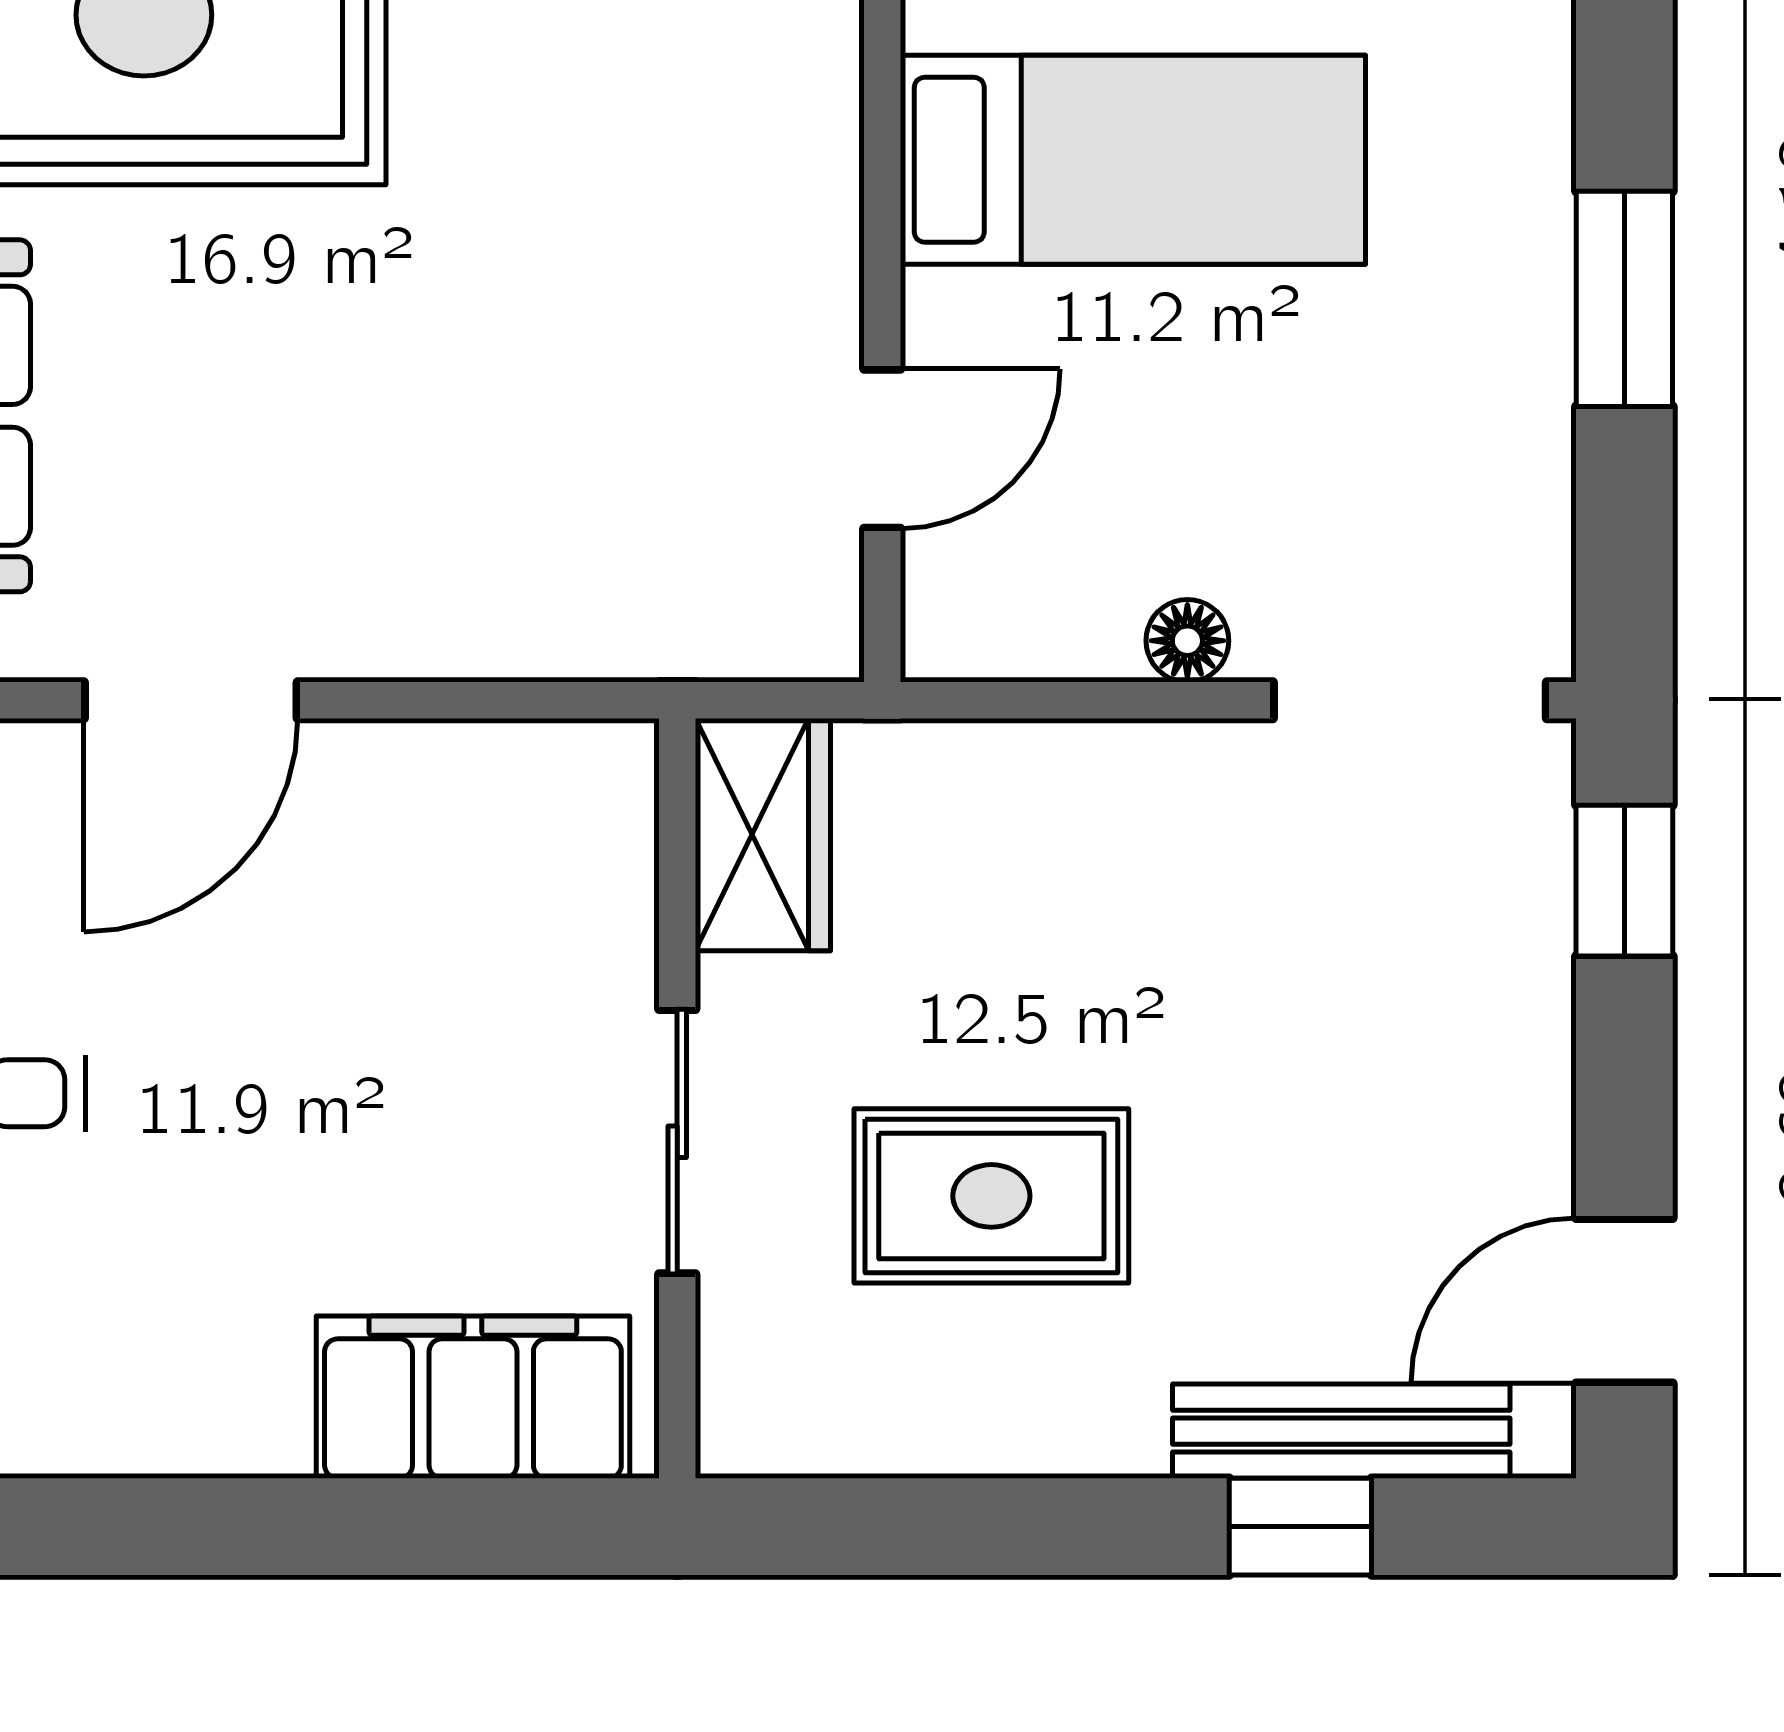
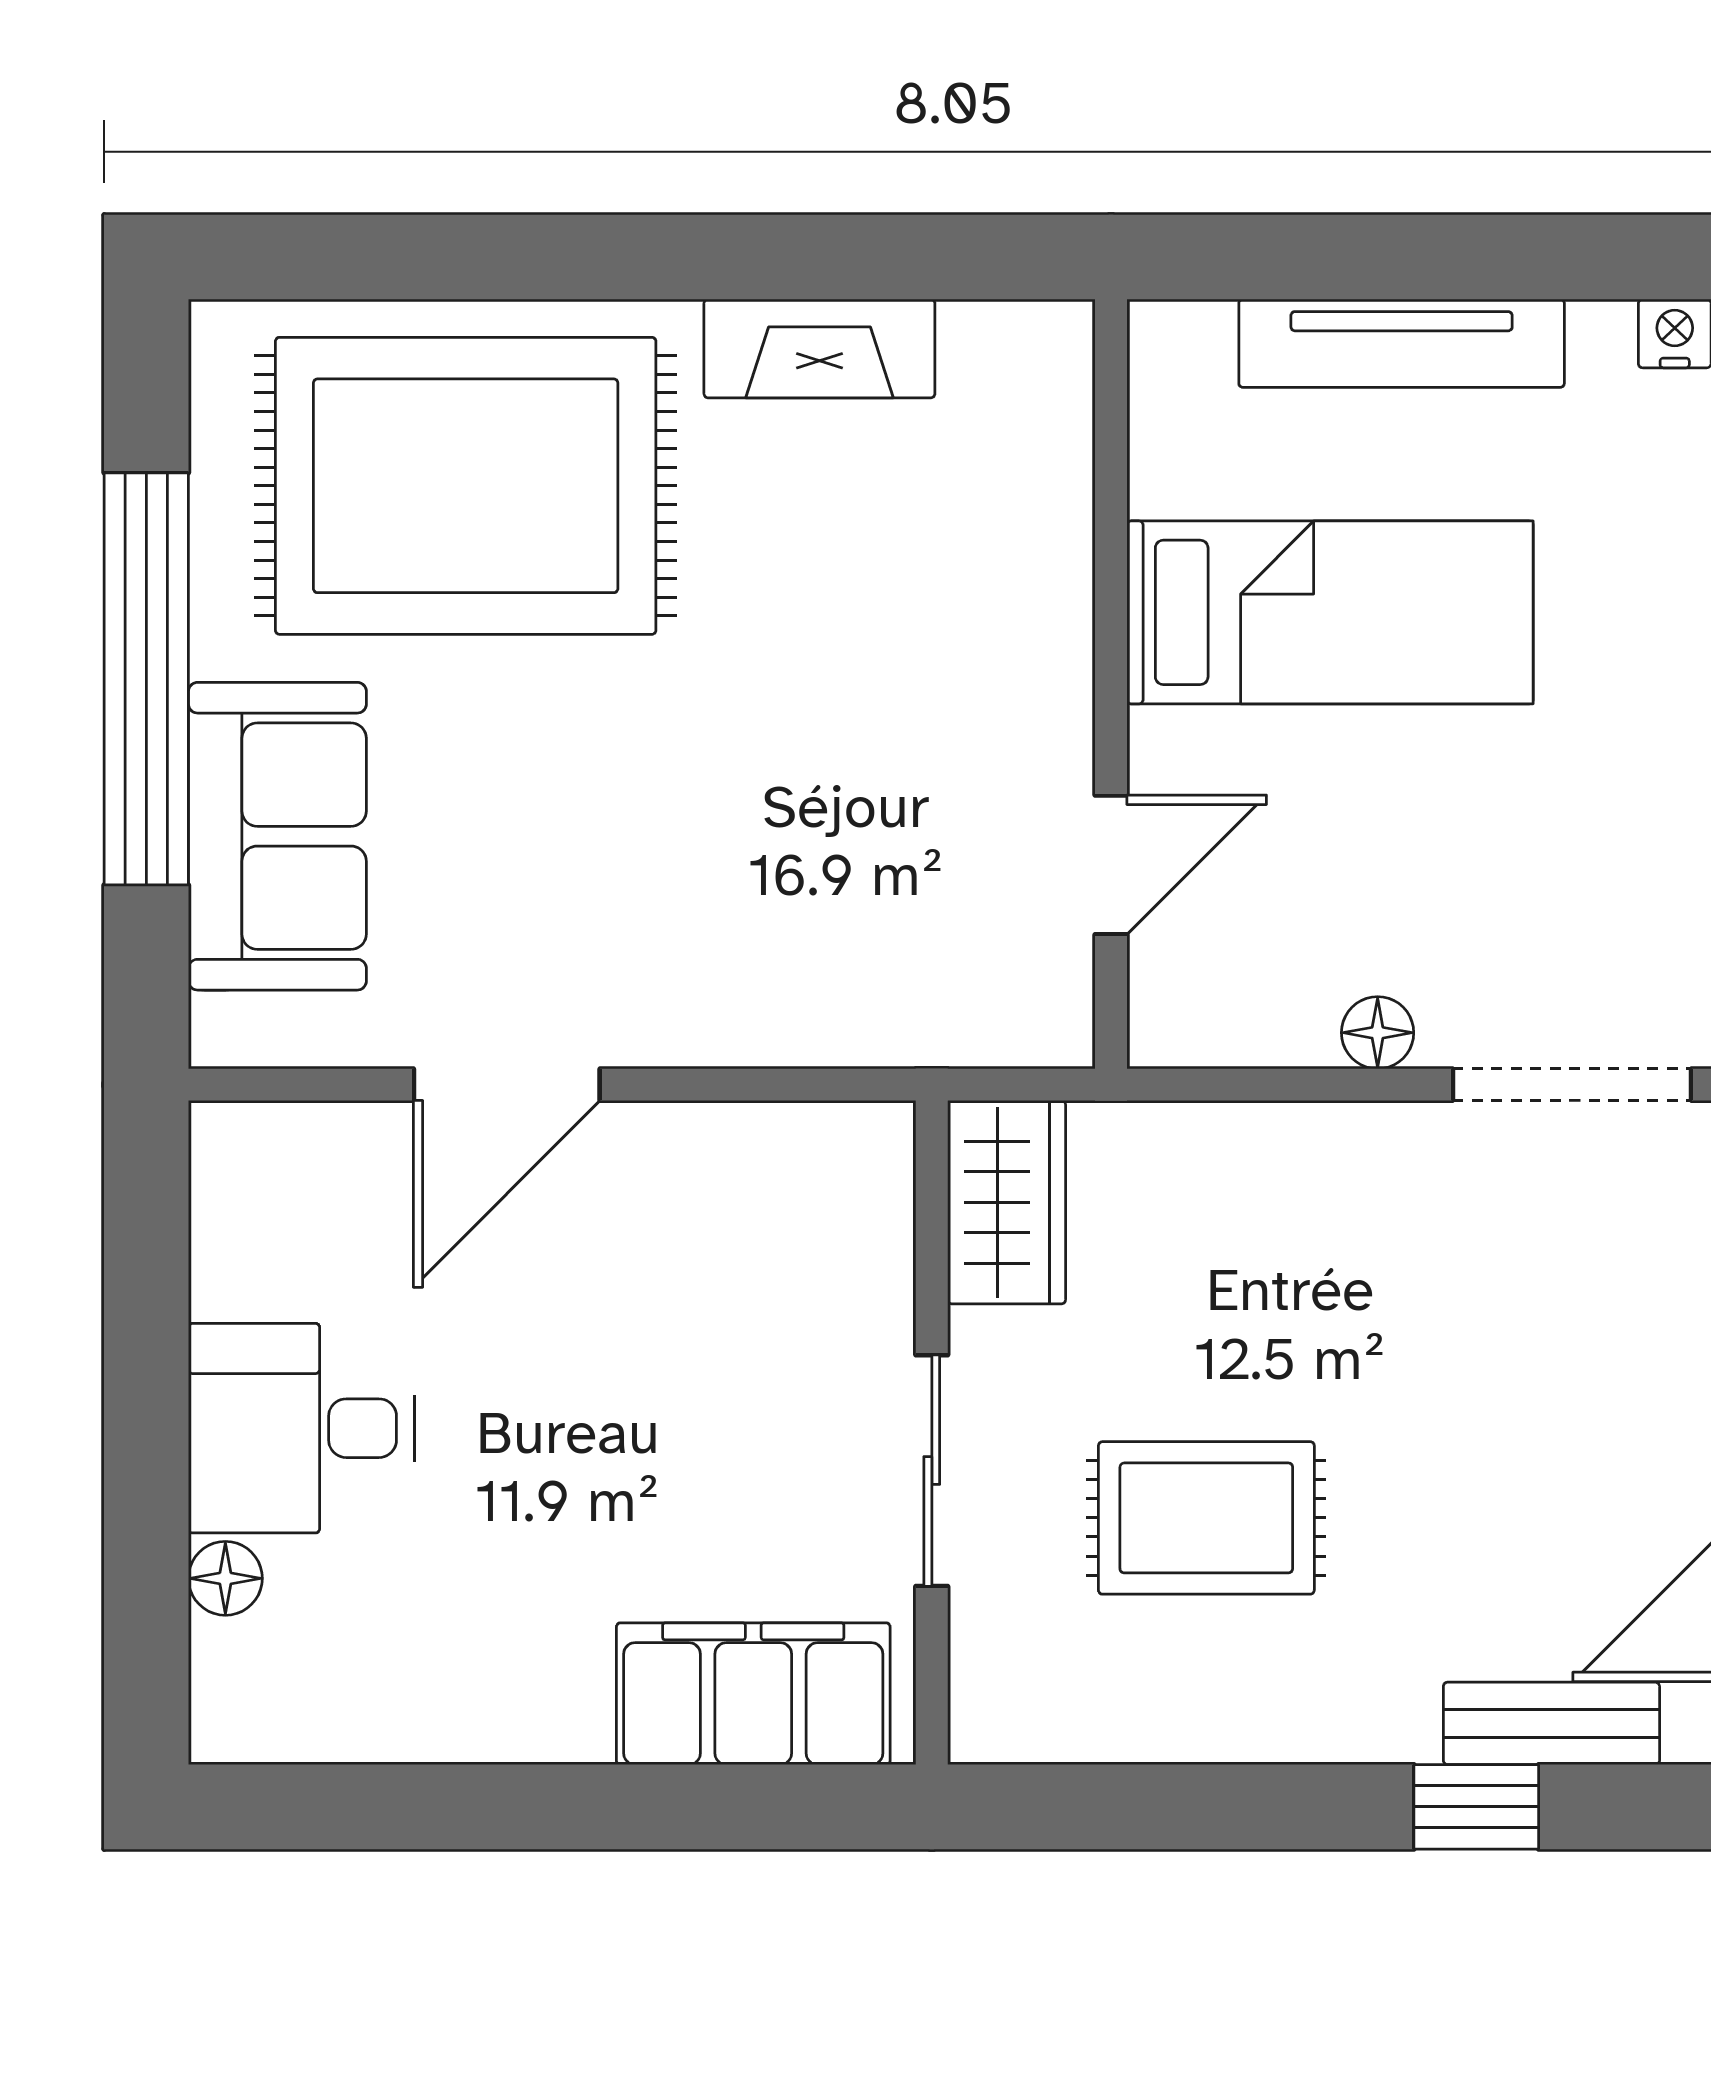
bench: (1341, 1431) -> (1551, 1723), width x0.73

